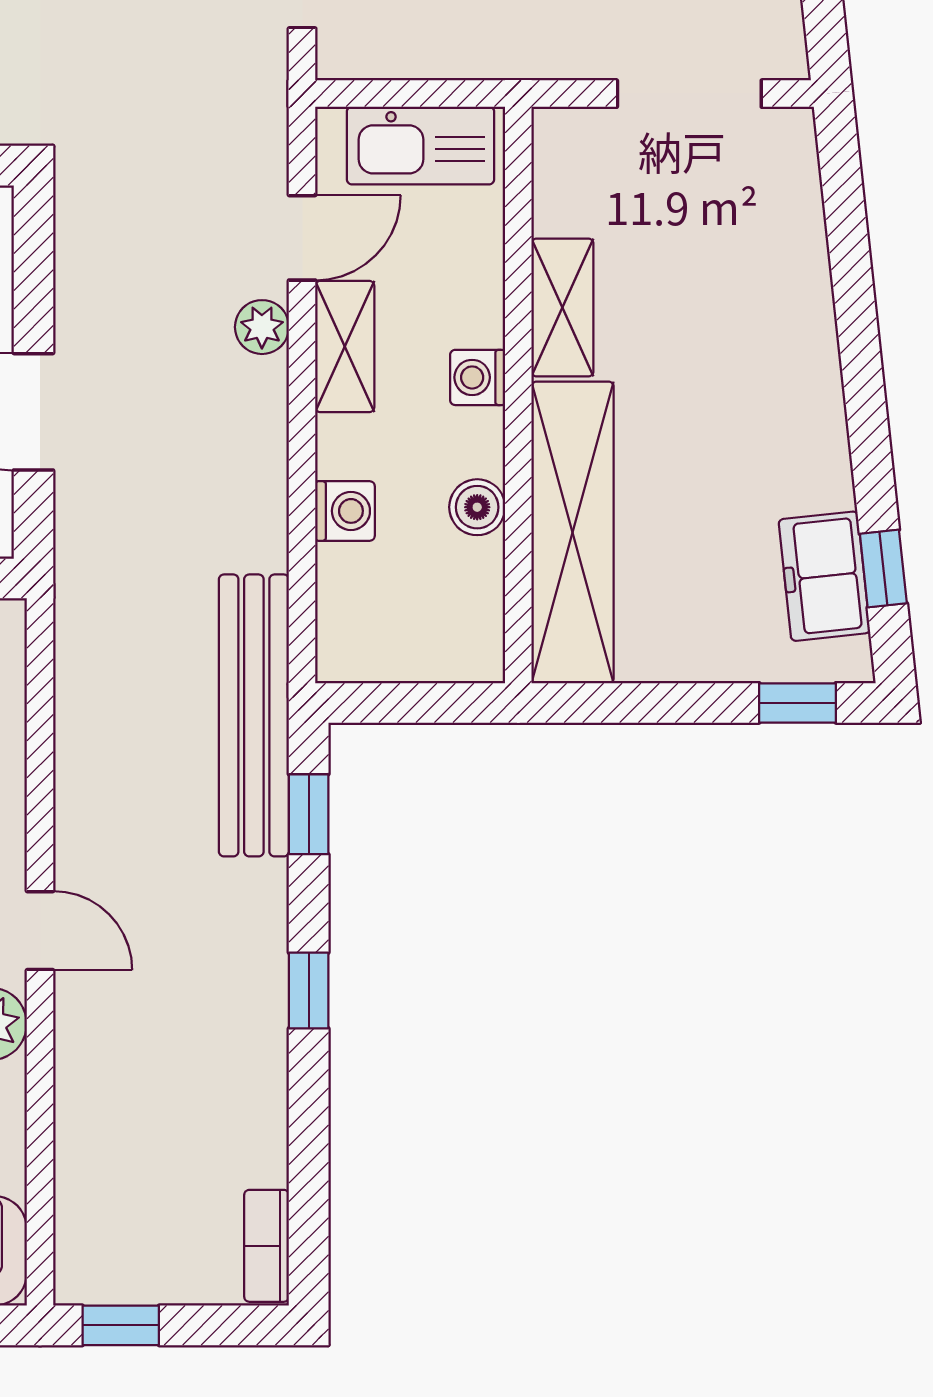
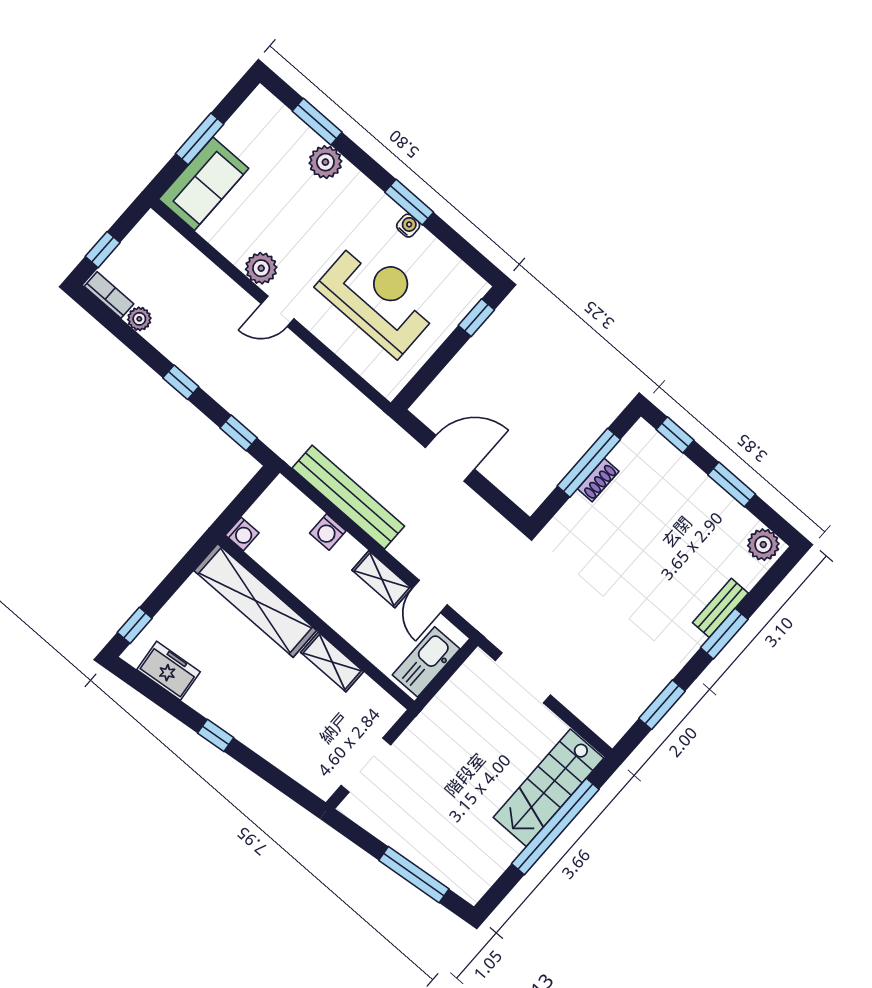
plant: (262, 327) -> (139, 319), moved
washing machine: (478, 377) -> (242, 534), moved, turned 90
boiler: (477, 507) -> (291, 577), removed
window: (883, 568) -> (216, 735), moved
bench: (254, 715) -> (348, 497), moved
window: (121, 1325) -> (103, 250), moved

